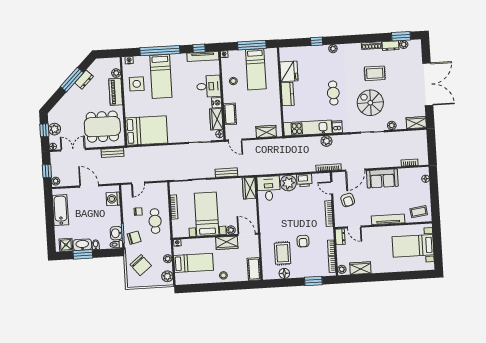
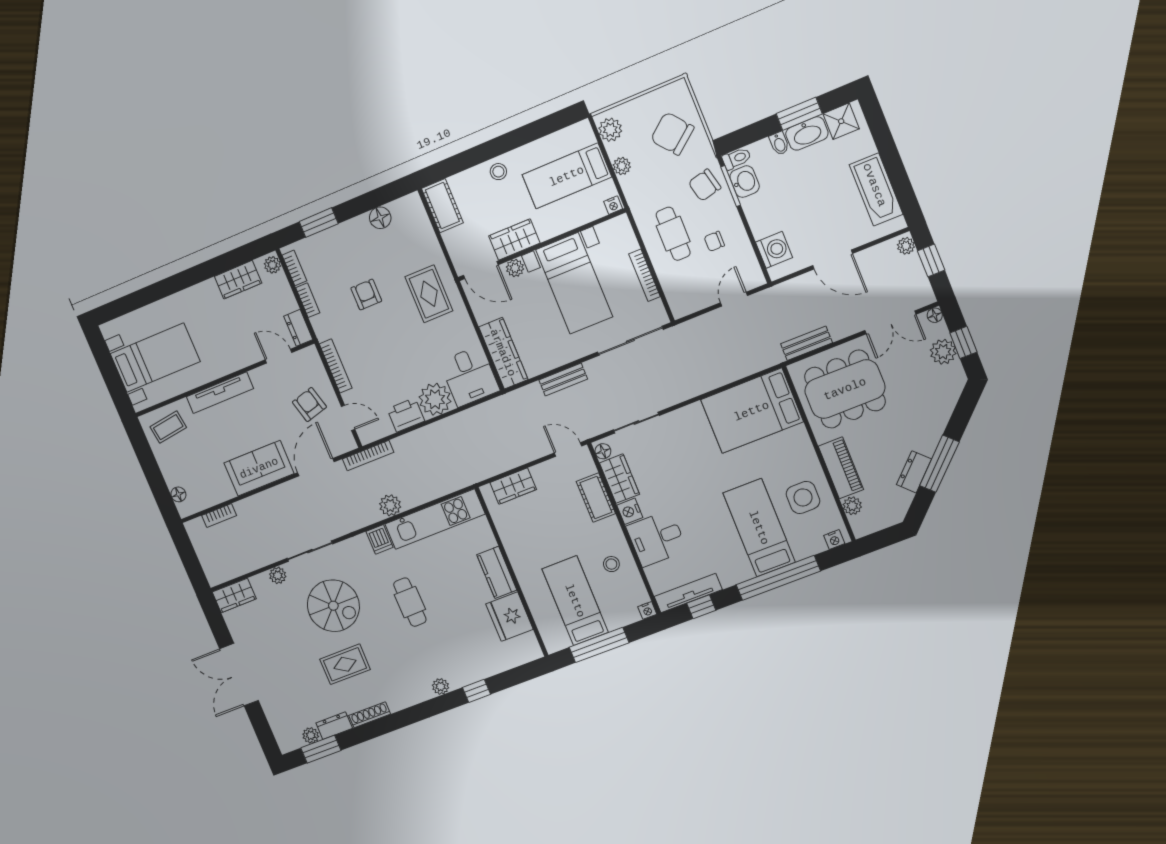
double door: (428, 84) -> (239, 675), width x0.73
wardrobe: (249, 188) -> (503, 353), width x1.50
rug: (283, 253) -> (429, 294), moved

